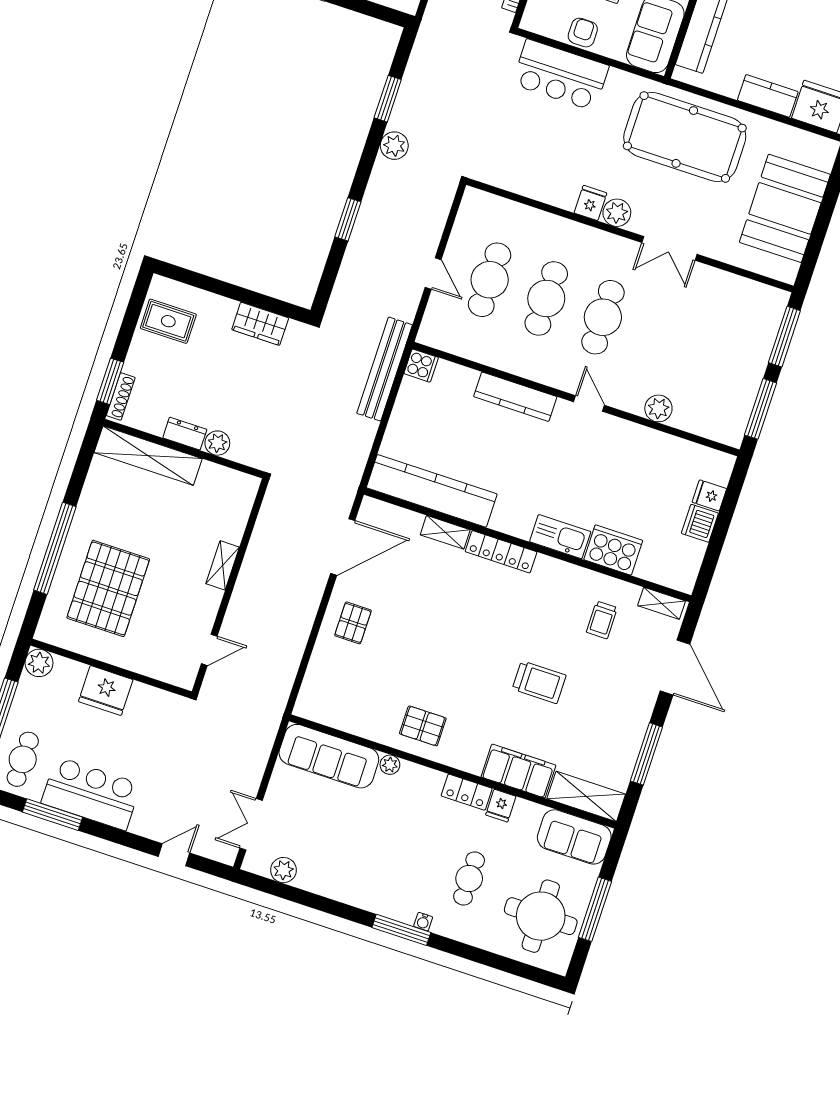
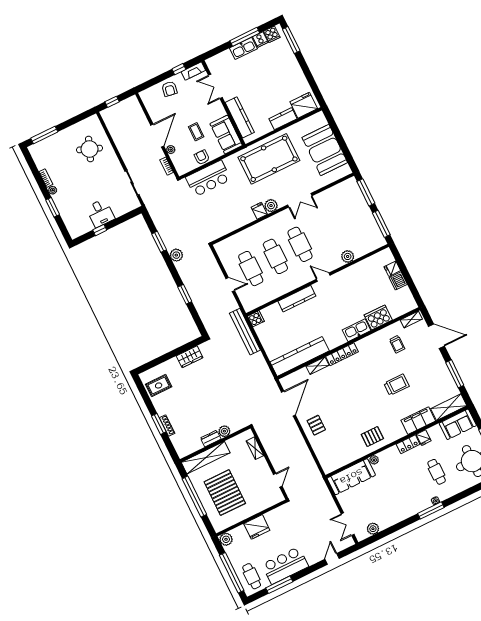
dresser: (185, 434) -> (211, 439), moved
plant: (217, 443) -> (224, 431), moved
wall: (184, 449) -> (215, 444), moved
shelving: (148, 456) -> (206, 458), moved

